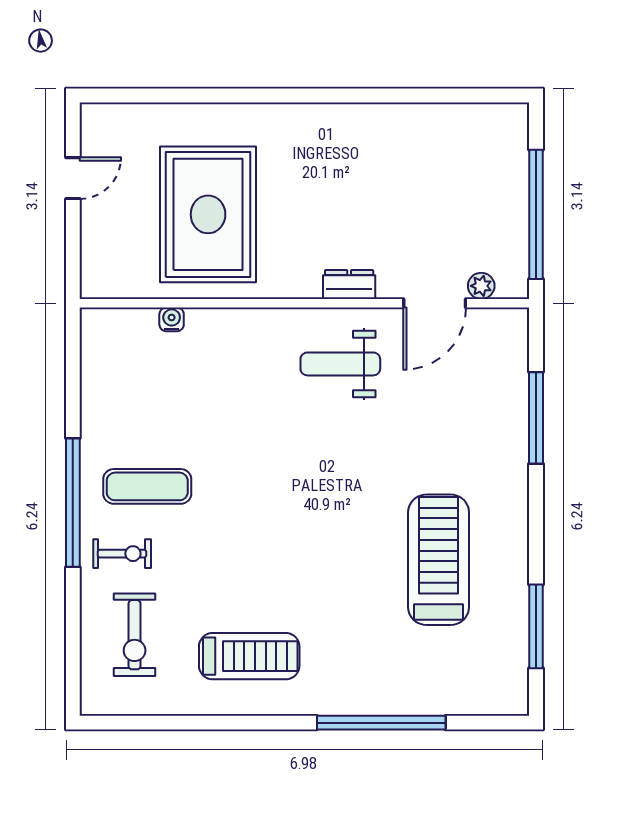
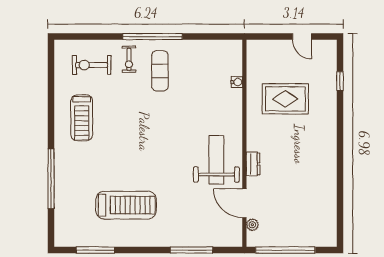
window: (170, 96) -> (340, 81), added
rug: (208, 214) -> (285, 99), width x0.73, depth x0.69
weight bench: (340, 364) -> (216, 160), width x1.36, depth x1.33

